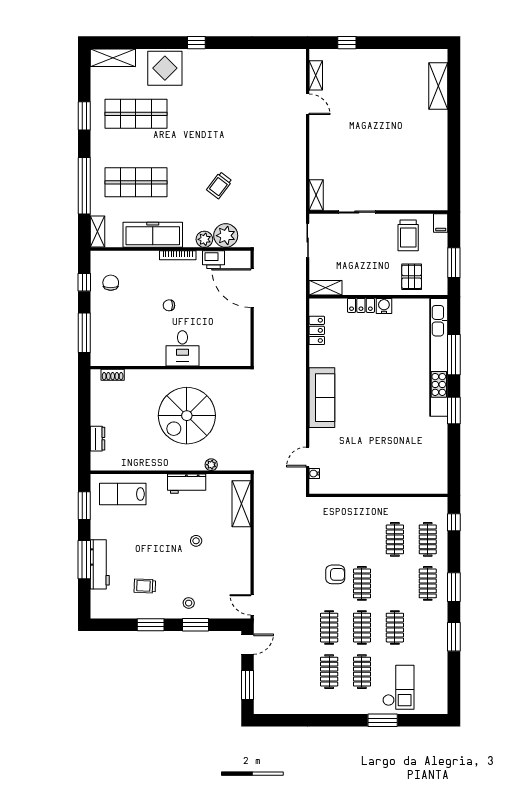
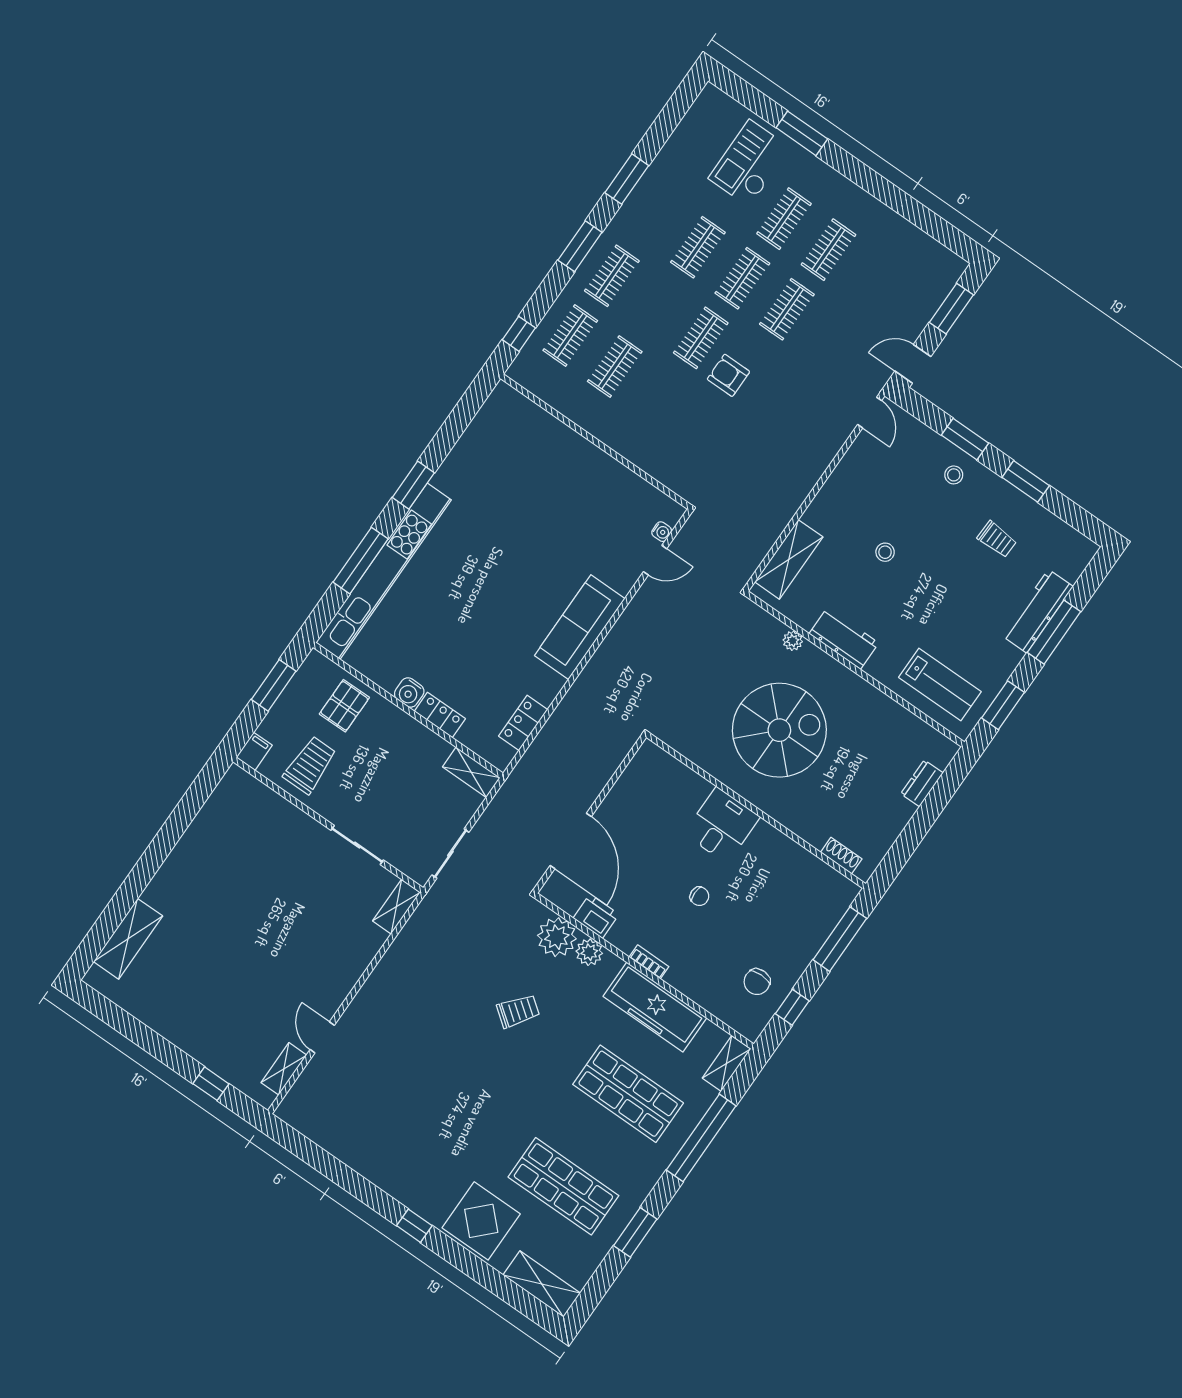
bookcase: (178, 255) -> (649, 962), width x0.64

